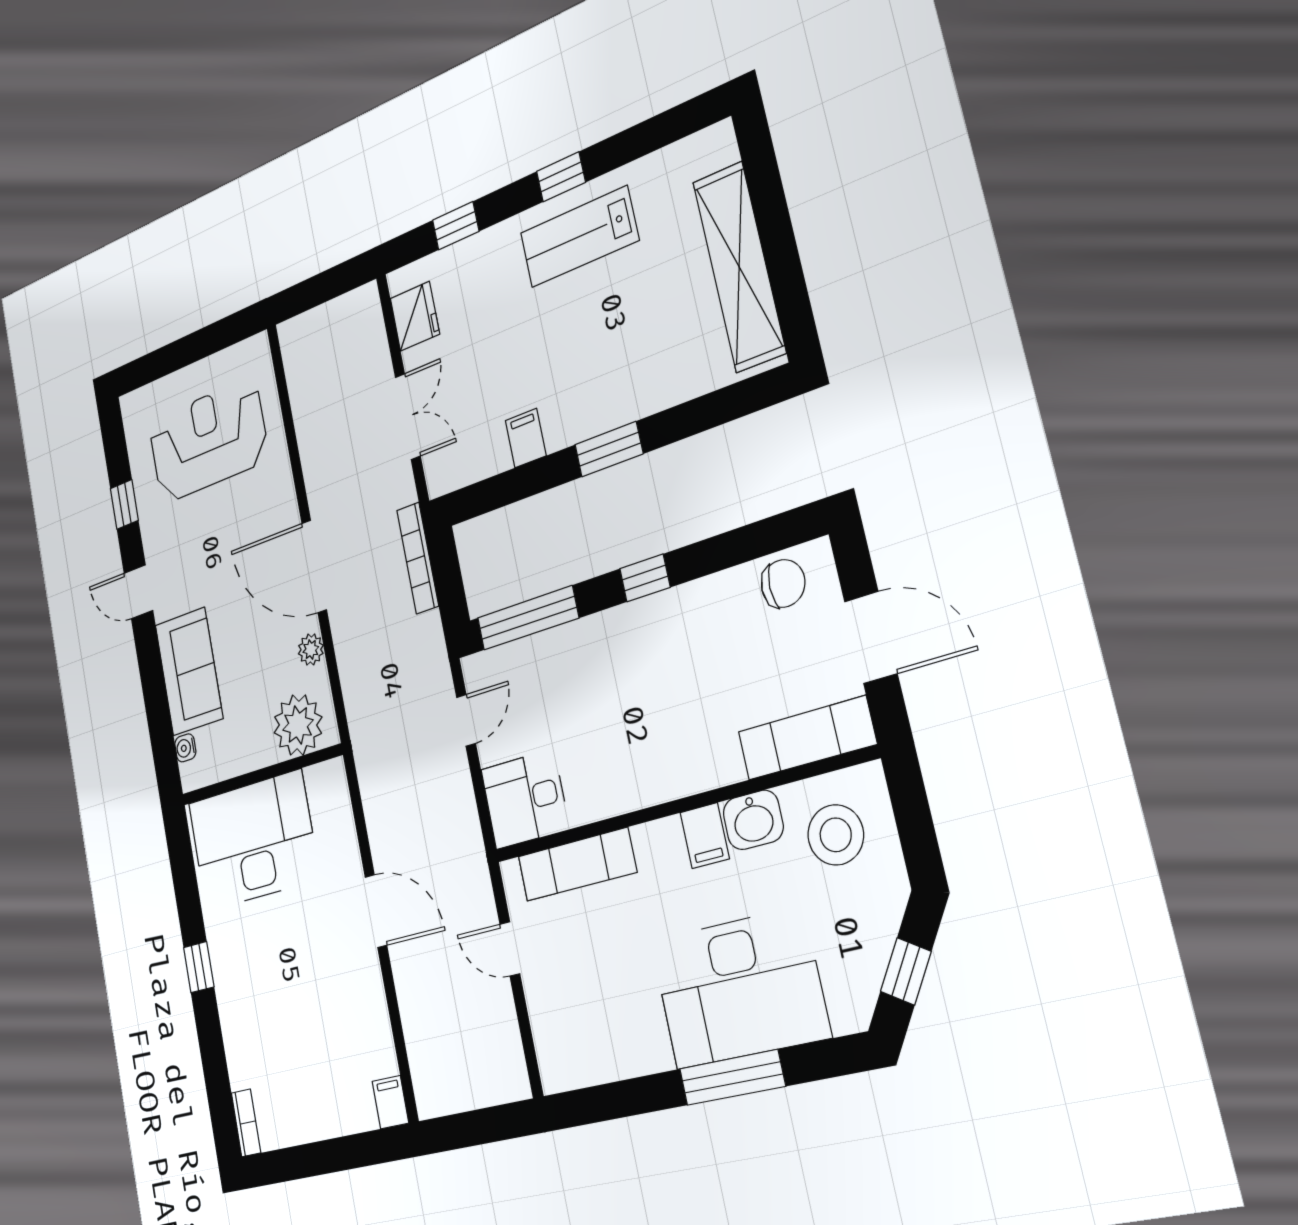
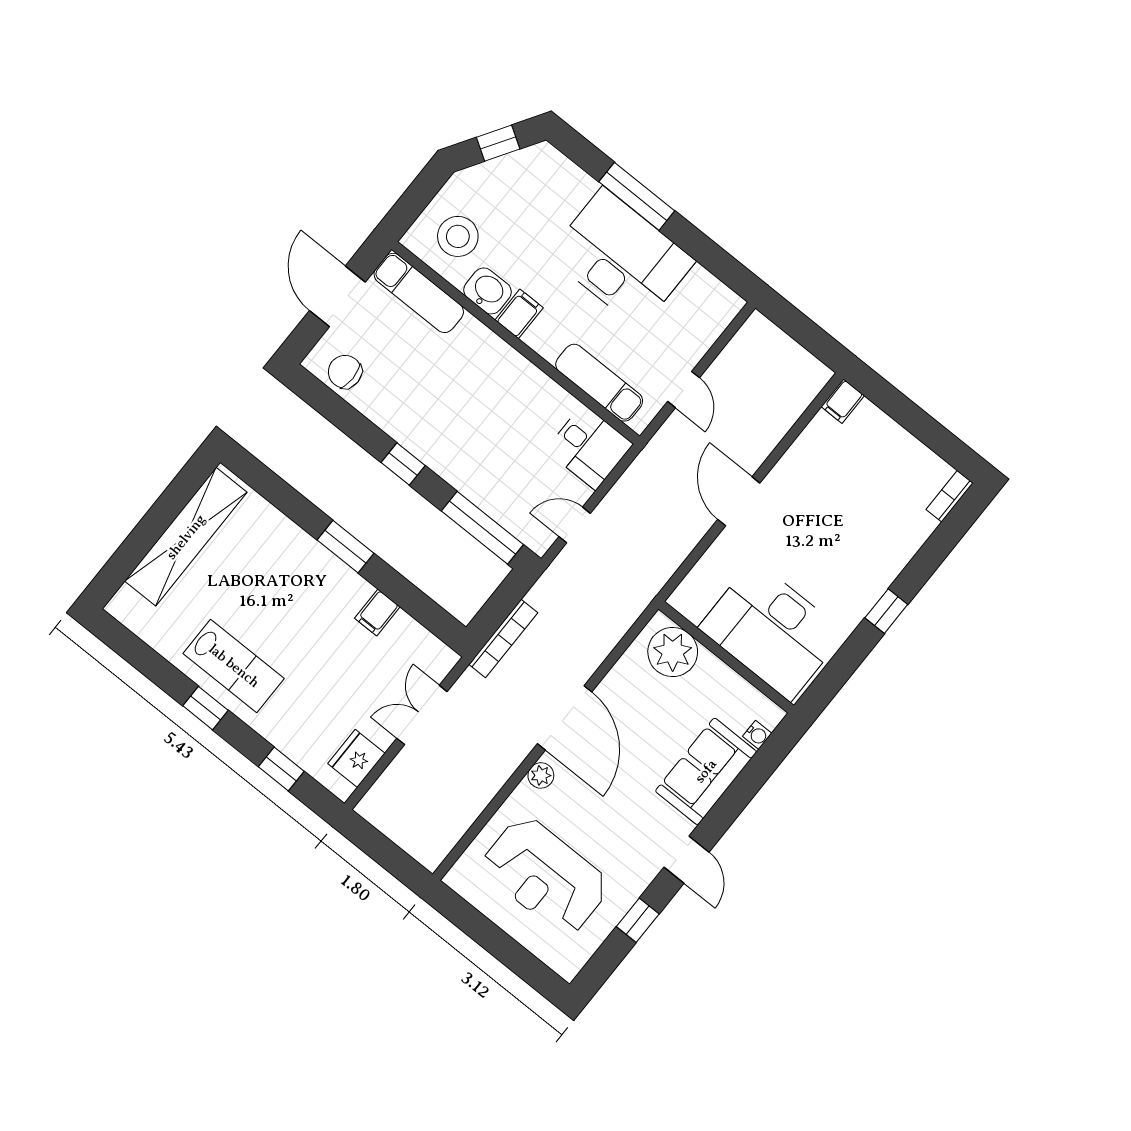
plant: (311, 650) -> (541, 775), moved
desk: (739, 988) -> (621, 258), moved

